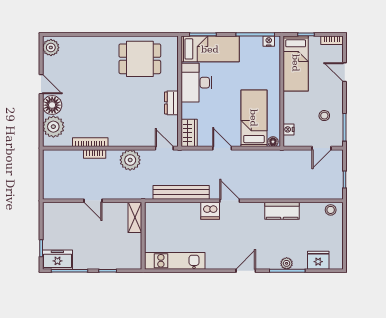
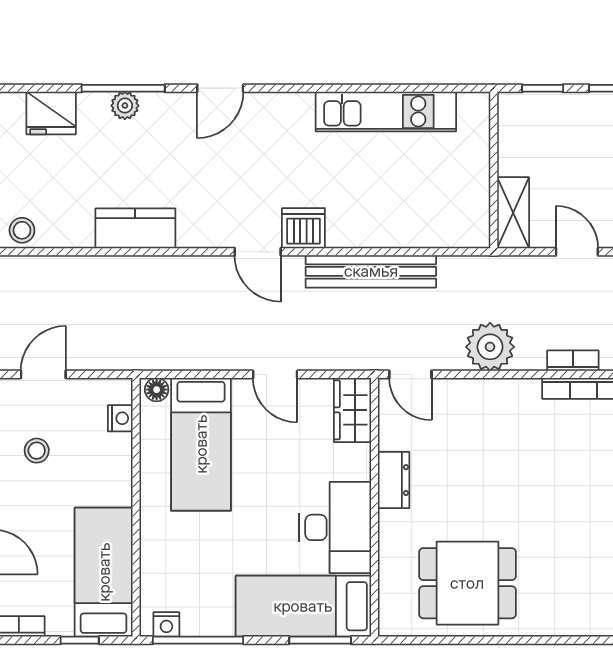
shelving: (135, 217) -> (513, 213), moved
wall: (143, 236) -> (494, 170), moved

